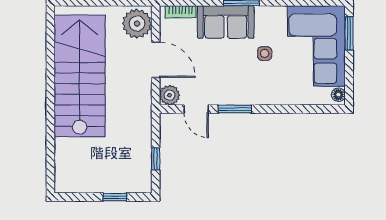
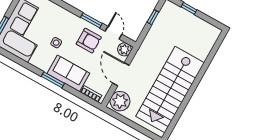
armchair: (223, 80) -> (89, 41), added

